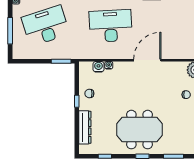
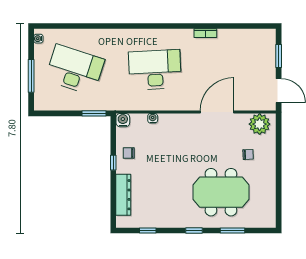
desk: (45, 26) -> (75, 70), turned 36
door: (147, 60) -> (217, 112), moved
water cooler: (98, 67) -> (123, 120), moved
meeting table: (139, 130) -> (221, 192), moved

